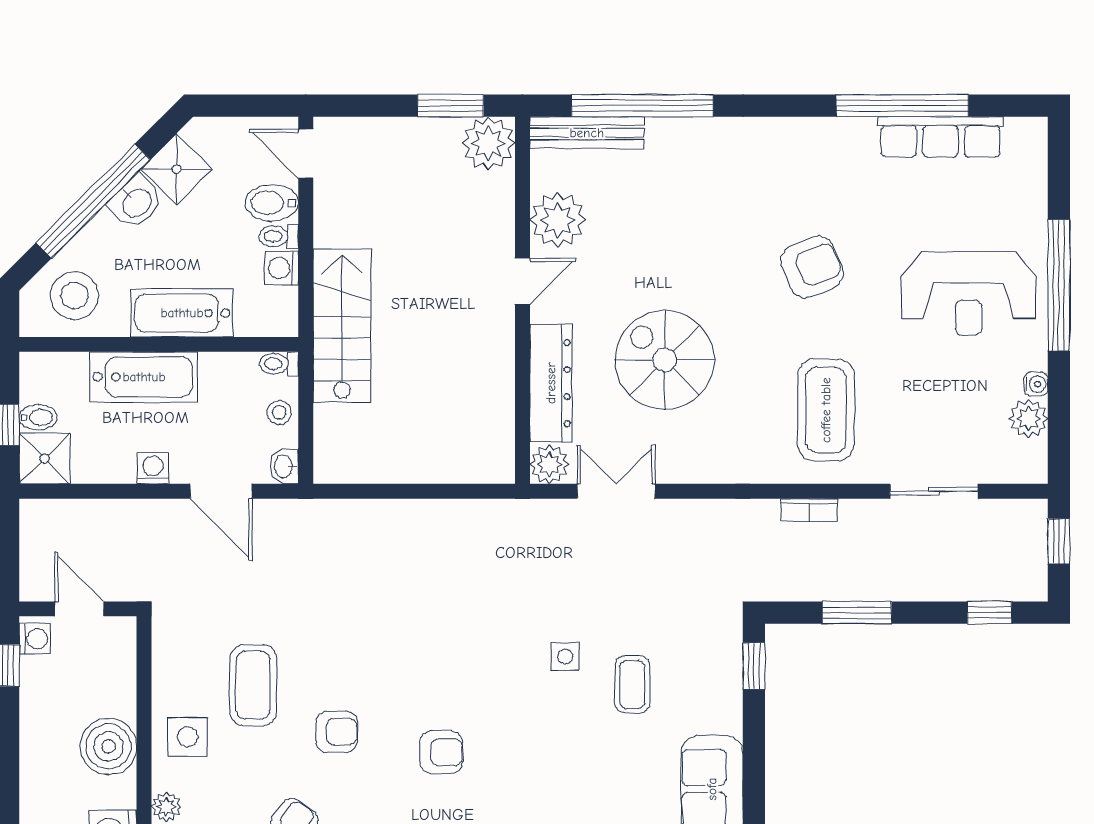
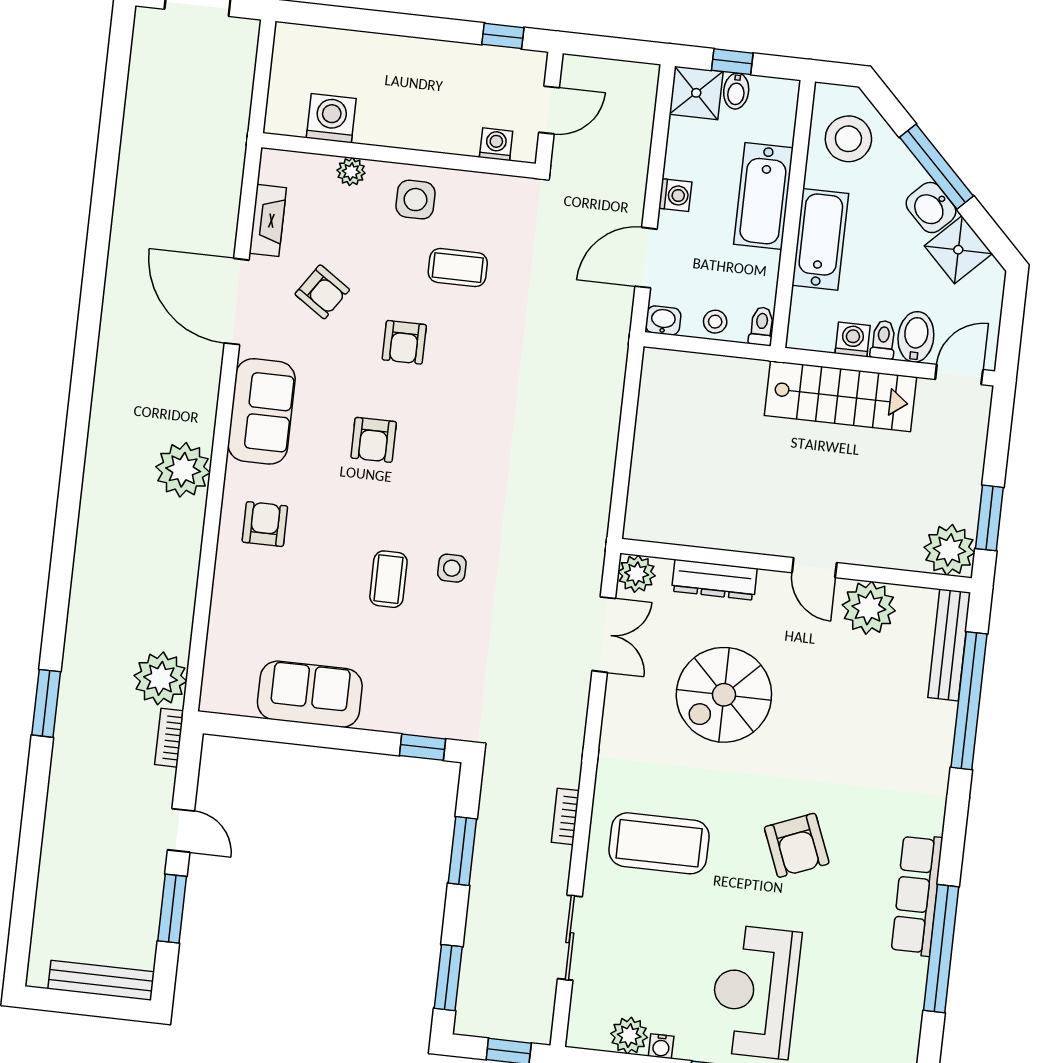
row of seats: (940, 137) -> (917, 895), moved
window: (93, 201) -> (937, 167), width x0.68
stairs: (342, 326) -> (840, 396), moved
spiral stairs: (665, 360) -> (724, 695), turned 180
dresser: (551, 383) -> (714, 580), width x0.73, depth x0.80
window: (989, 613) -> (448, 978), width x1.50
washing machine: (35, 639) -> (496, 144), moved, turned 180
coffee table: (632, 684) -> (388, 579), moved, turned 90
coffee table: (253, 685) -> (458, 268), width x0.73, depth x0.77
boiler: (109, 746) -> (415, 123), removed

